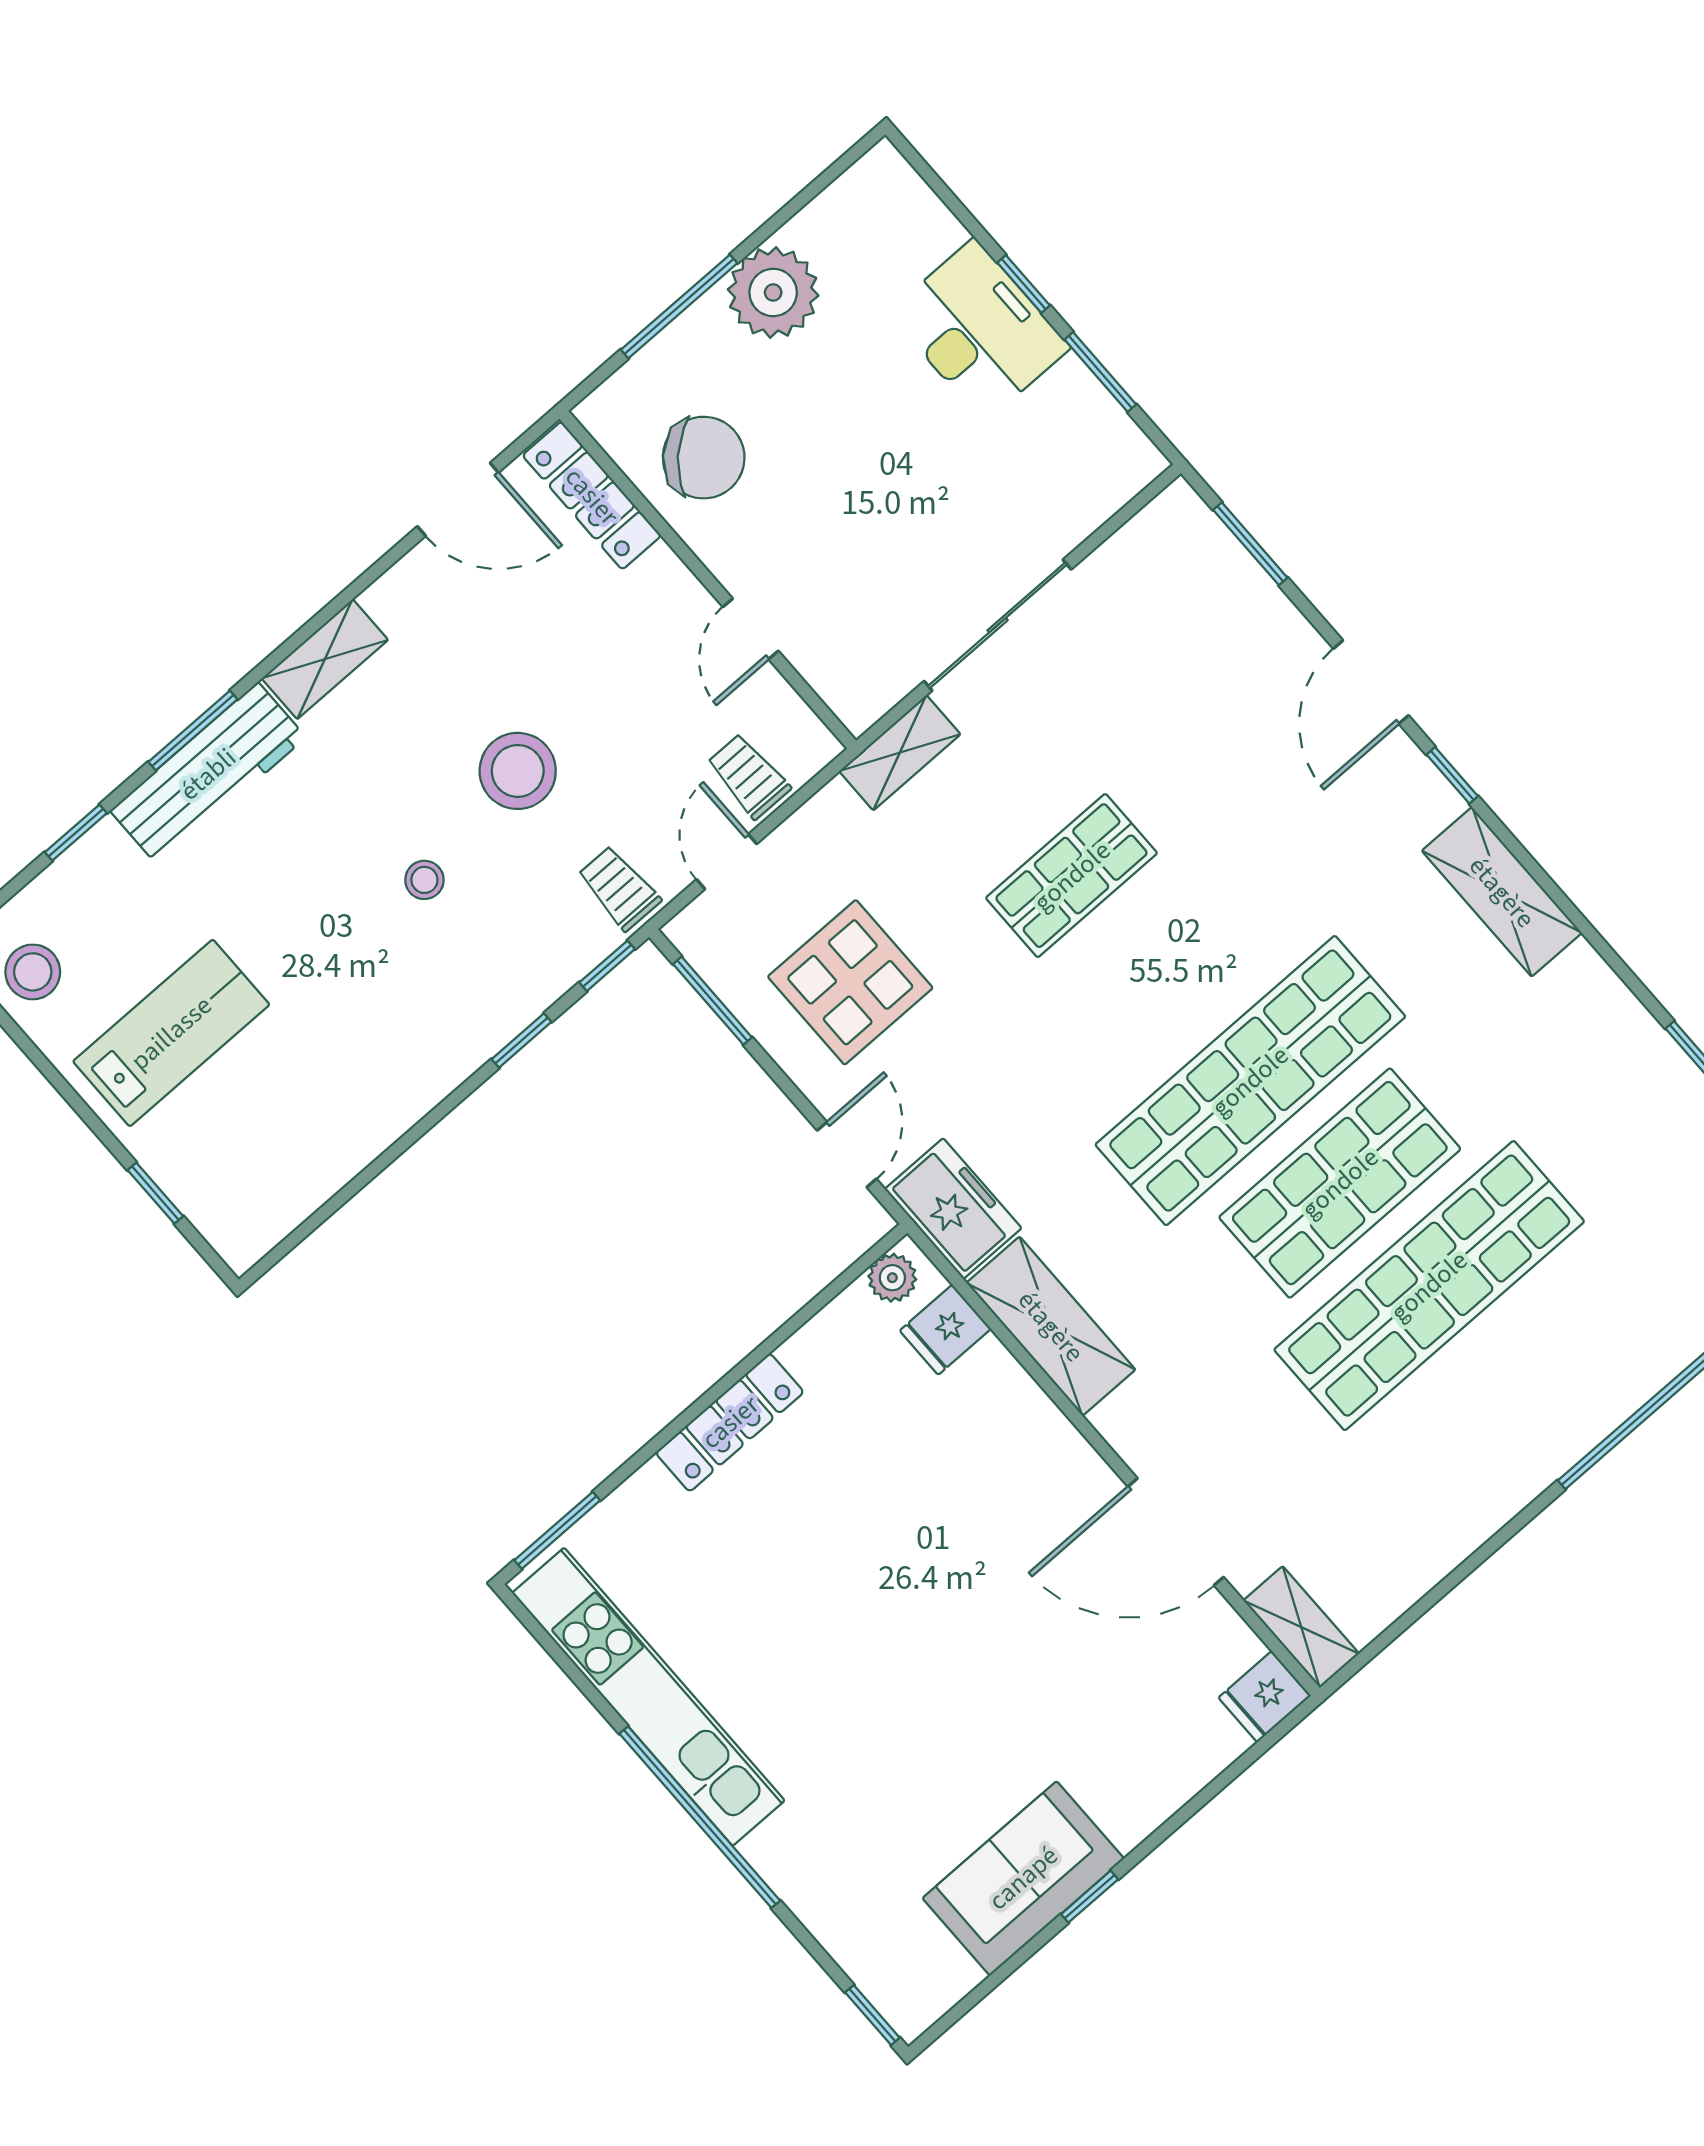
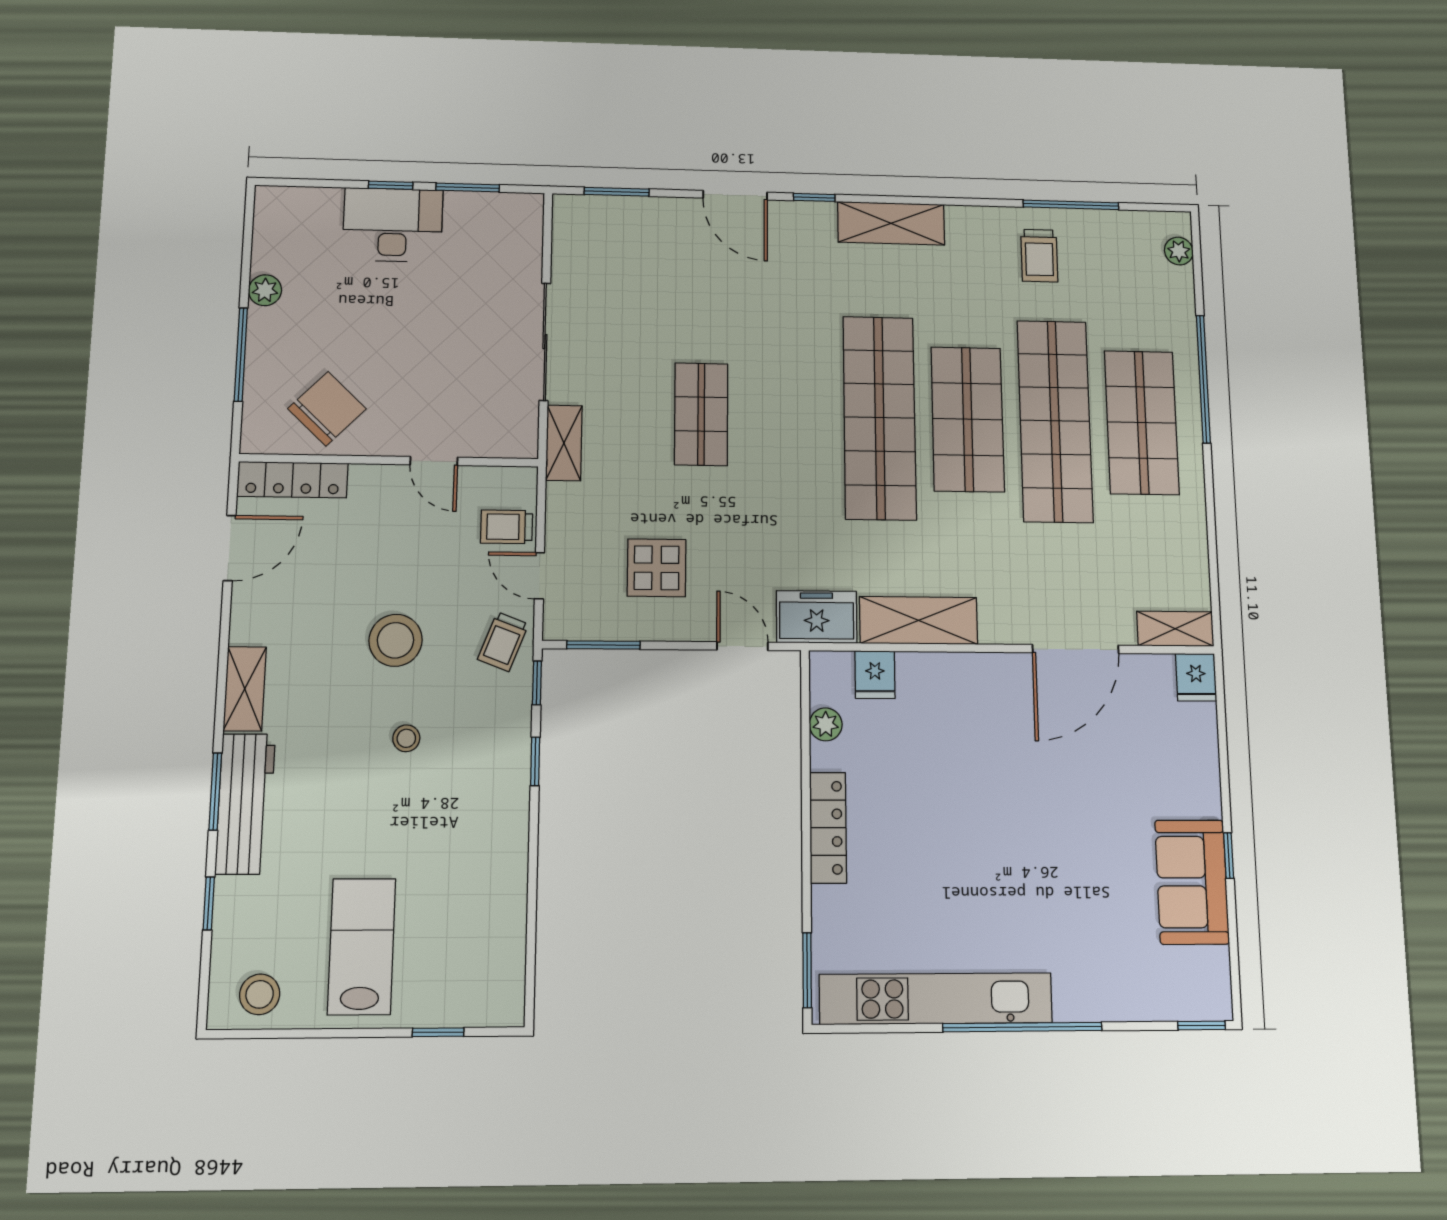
plant: (773, 292) -> (265, 290), width x0.53, depth x0.53
trolley: (619, 888) -> (503, 642), turned -69
display table: (850, 982) -> (657, 568), width x0.73, depth x0.73
trolley: (1620, 1098) -> (1039, 256), added
plant: (892, 1278) -> (826, 724), moved
shop shelf: (1519, 1388) -> (1142, 422), added

